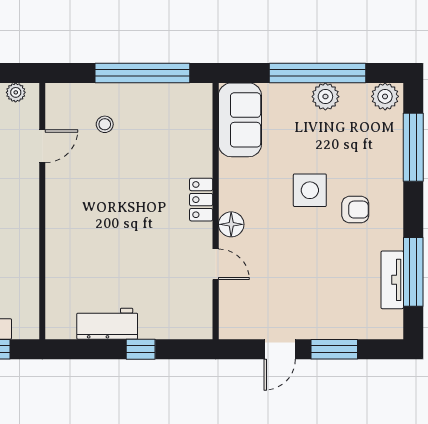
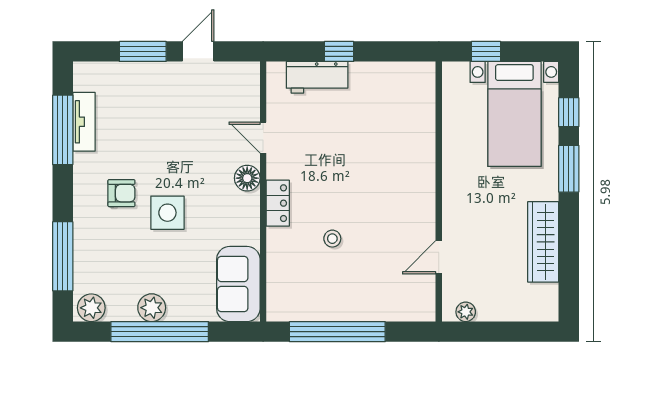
stool: (105, 124) -> (332, 239), moved
armchair: (355, 210) -> (121, 193), turned 180
workbench: (107, 324) -> (317, 77), moved

